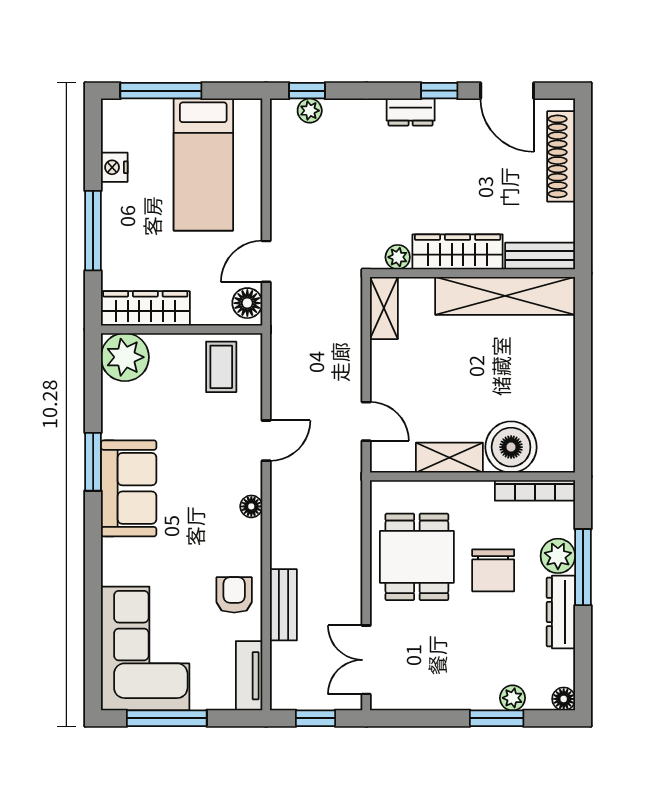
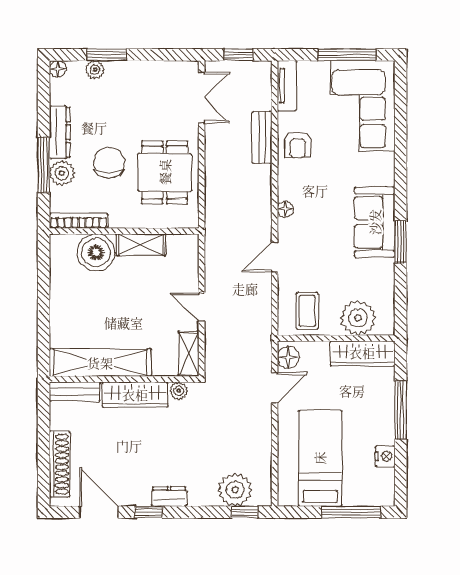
plant: (310, 111) -> (235, 490), width x1.87, depth x1.87
plant: (125, 357) -> (358, 318), moved
door: (366, 421) -> (202, 307), moved

